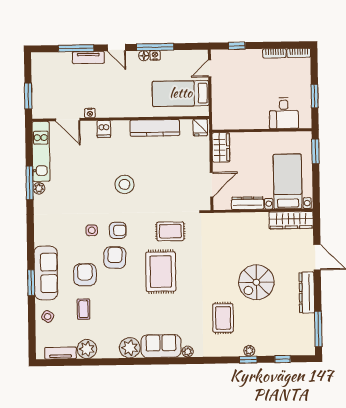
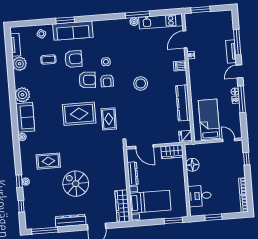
floor lamp: (241, 120) -> (192, 165), added

